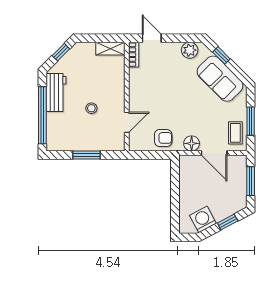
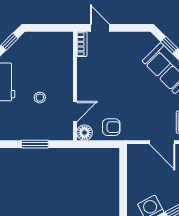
shelving: (110, 49) -> (59, 38), removed
plant: (190, 50) -> (138, 40), removed
floor lamp: (192, 143) -> (84, 133), moved

